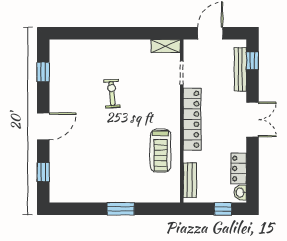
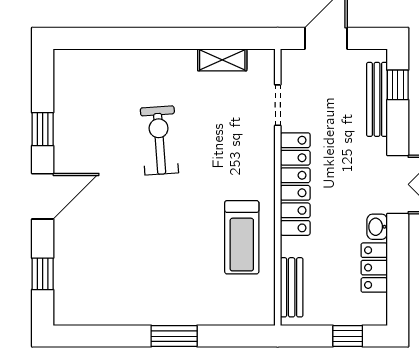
shelving: (166, 46) -> (222, 60), moved
window: (43, 72) -> (43, 129), moved
exercise bike: (112, 93) -> (159, 140), width x1.38, depth x1.39
washbasin: (240, 193) -> (377, 227), moved

